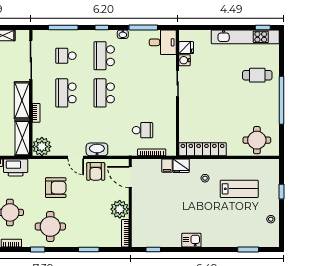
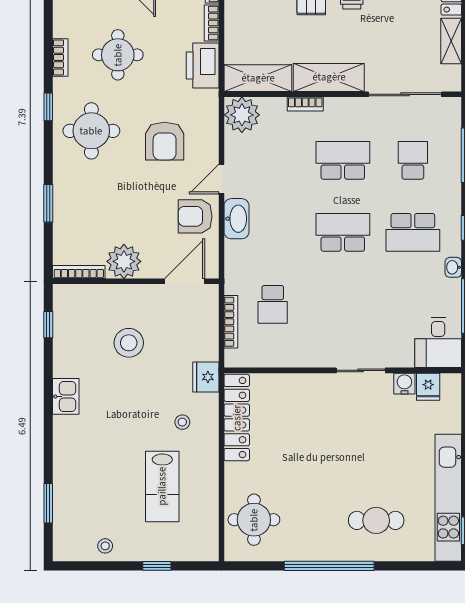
school desk: (104, 56) -> (413, 232), turned 180
cafe table: (257, 75) -> (376, 520), turned 90
filing cabinet: (167, 166) -> (206, 351), removed
stool: (163, 207) -> (129, 343), added

